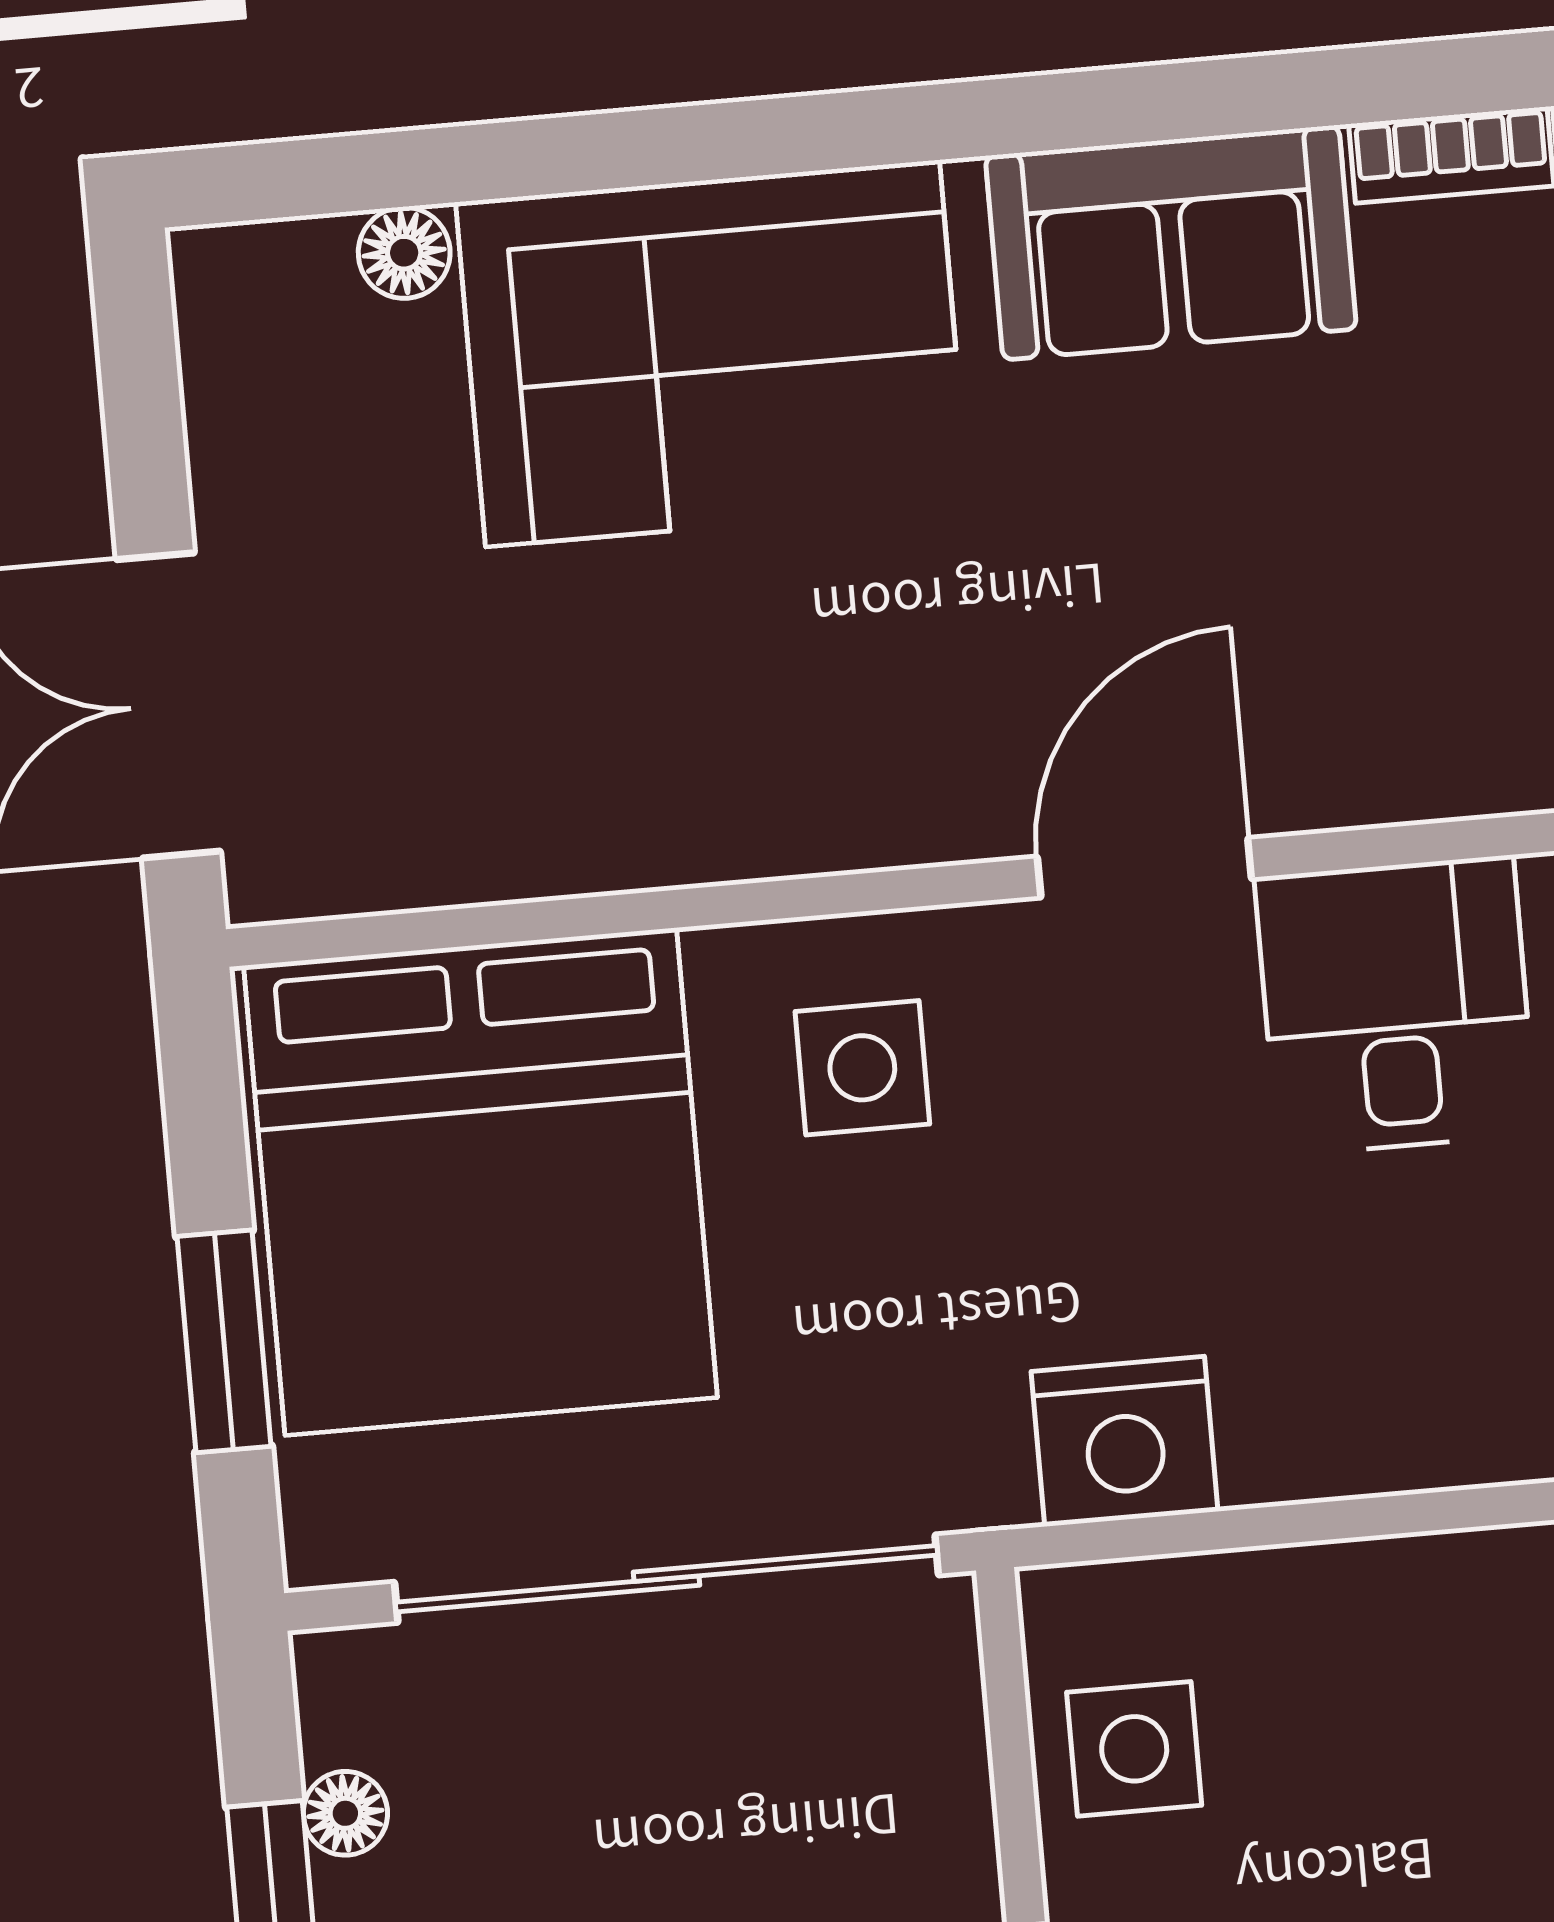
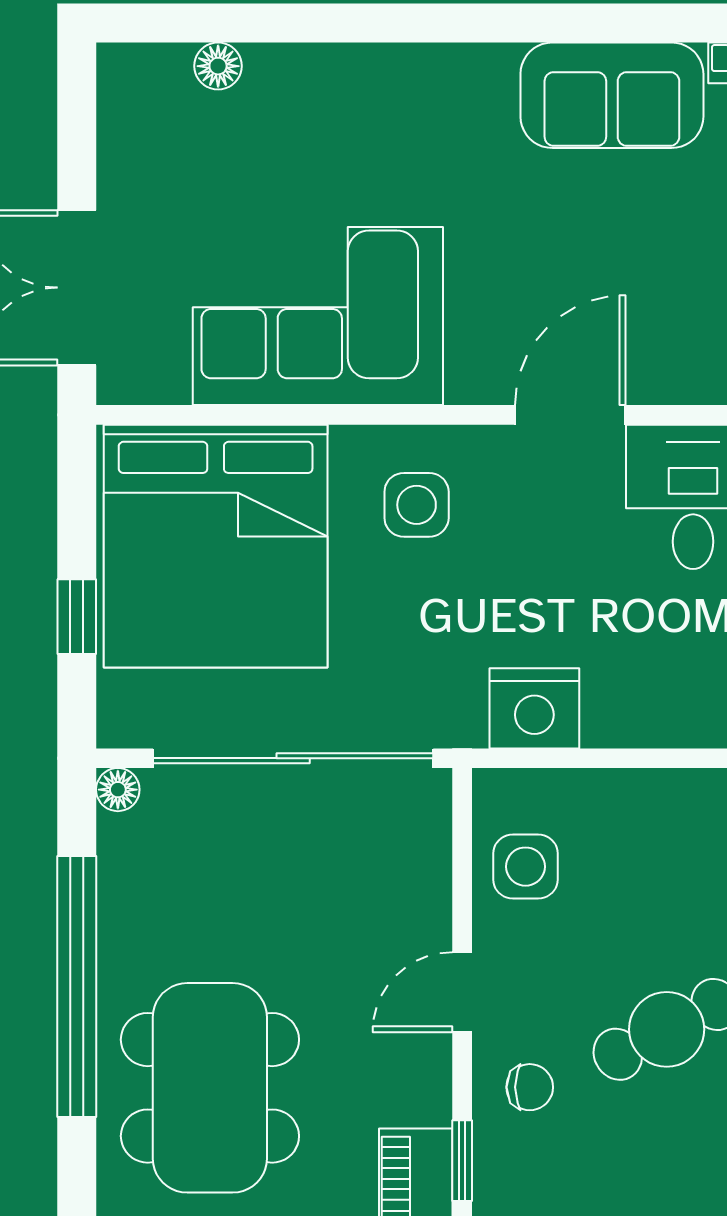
corner sofa: (713, 354) -> (318, 316), moved, turned 180
window: (224, 1341) -> (77, 617), width x0.67
floor lamp: (345, 1813) -> (118, 790), moved

